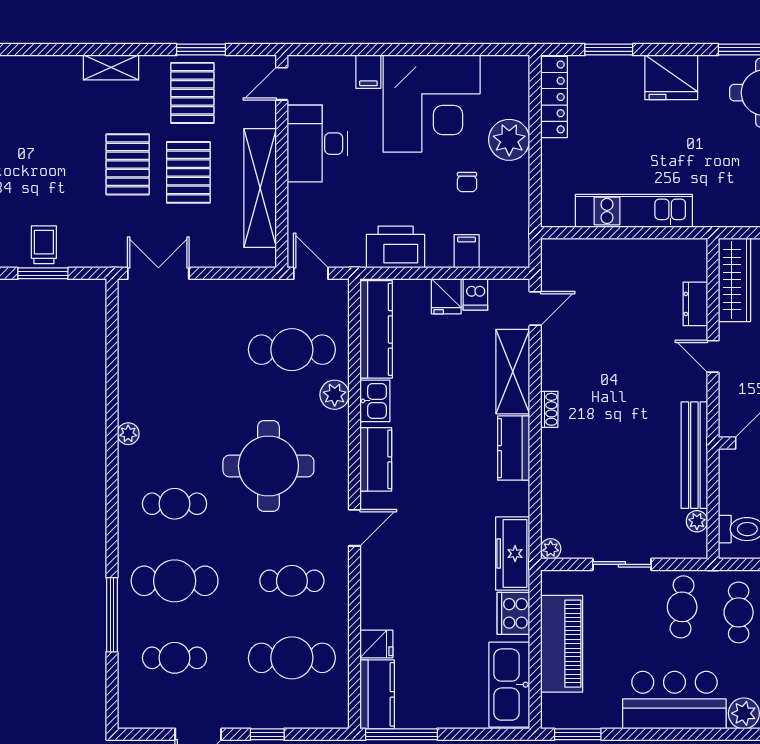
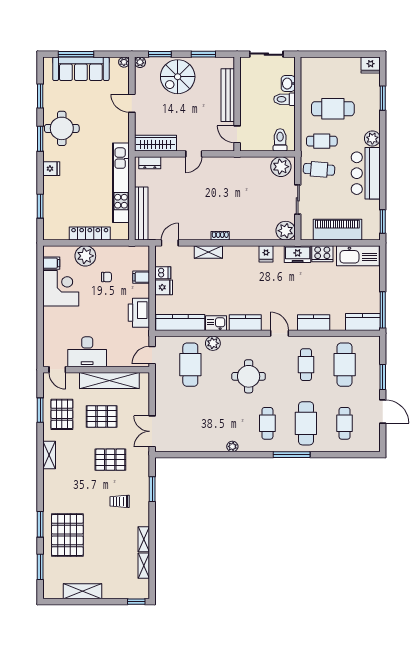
filing cabinet: (368, 72) -> (51, 263), moved
fridge: (671, 77) -> (51, 169), width x0.53, depth x0.75
pallet: (192, 93) -> (62, 414), turned 90
locker: (554, 97) -> (90, 233), moved
corner desk: (432, 103) -> (61, 288), width x0.74, depth x0.74
pallet: (128, 164) -> (110, 460), moved
kitchen unit: (634, 211) -> (121, 183), width x1.36
trolley: (44, 245) -> (120, 501), moved
dresser: (695, 304) -> (150, 163), moved
door: (535, 309) -> (170, 243), hinge flipped
shelving: (513, 372) -> (208, 252), width x0.67, depth x0.75
kitchen counter: (514, 448) -> (314, 323), moved, turned 180
bench: (694, 455) -> (141, 214), moved, turned 90
round table: (268, 466) -> (249, 376), width x0.73, depth x0.73
plant: (697, 521) -> (281, 167), width x1.88, depth x1.88
plant: (551, 549) -> (286, 231), width x1.88, depth x1.88
freezer: (513, 554) -> (298, 254), width x0.71
window: (112, 615) -> (292, 455), moved
fridge: (376, 644) -> (266, 254), moved, turned 180
window: (267, 734) -> (383, 377), width x1.50

